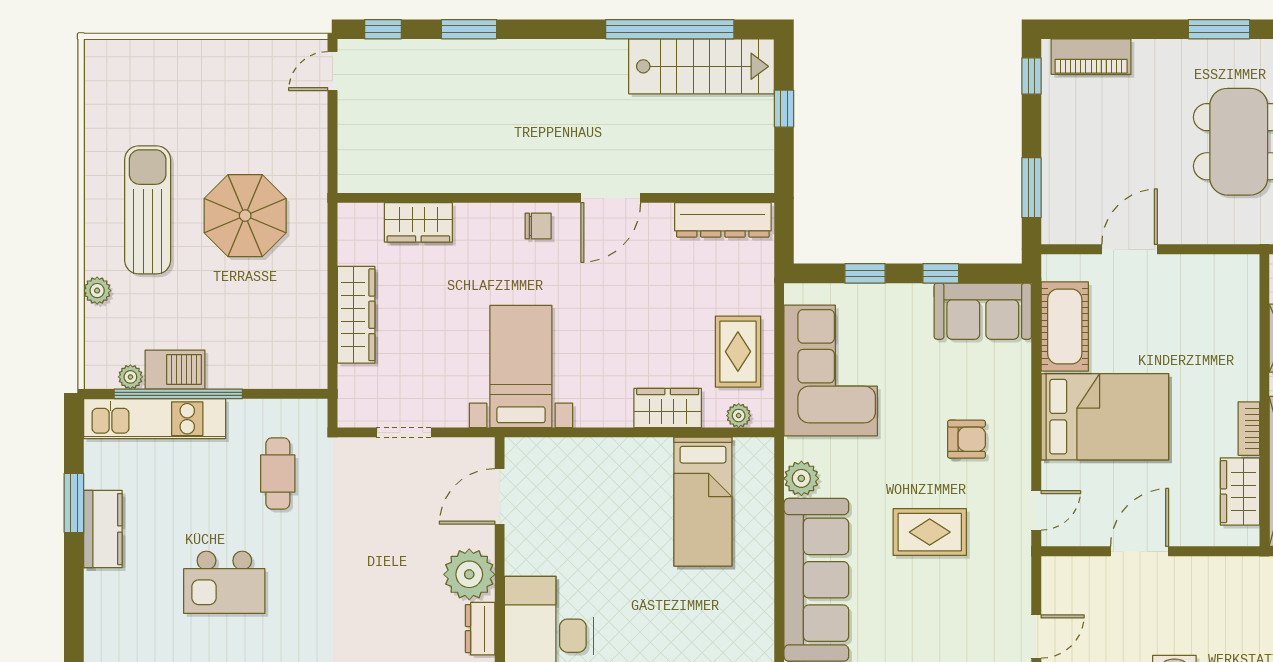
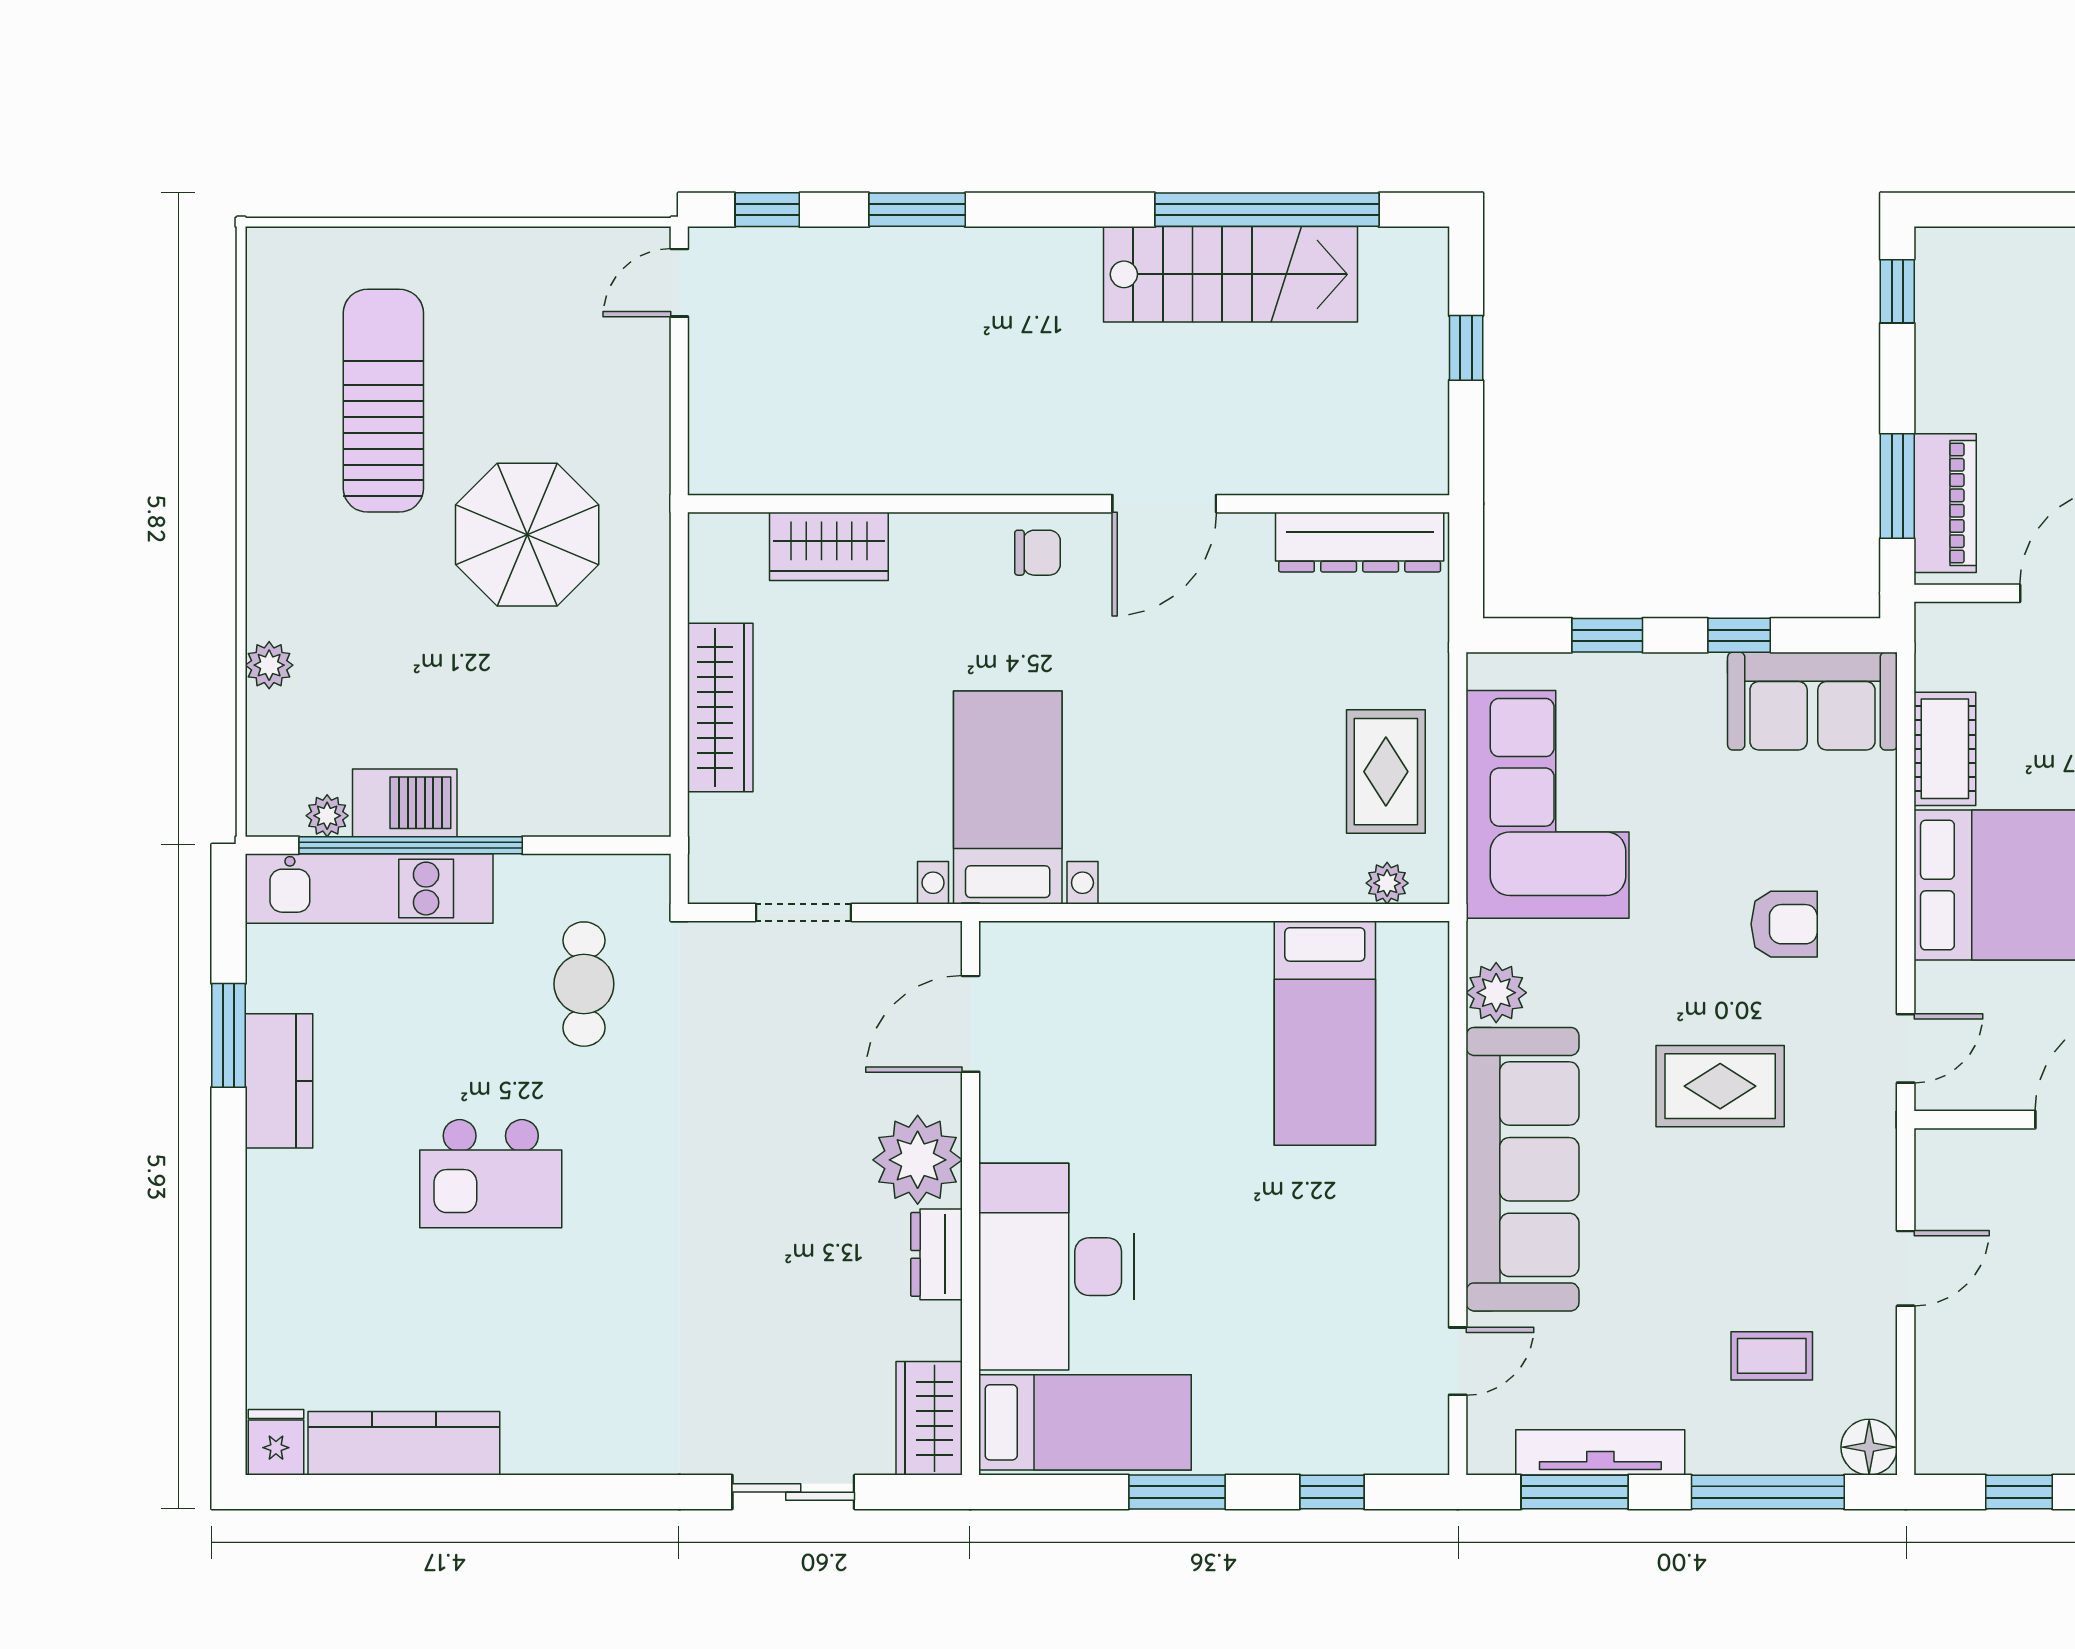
piano: (1091, 57) -> (1945, 503), moved, turned -90
stairs: (702, 66) -> (1231, 274), moved
sun lounger: (148, 210) -> (383, 401), moved
cot: (1065, 326) -> (1945, 749), width x0.73, depth x0.75
wardrobe: (668, 408) -> (1263, 870), removed

